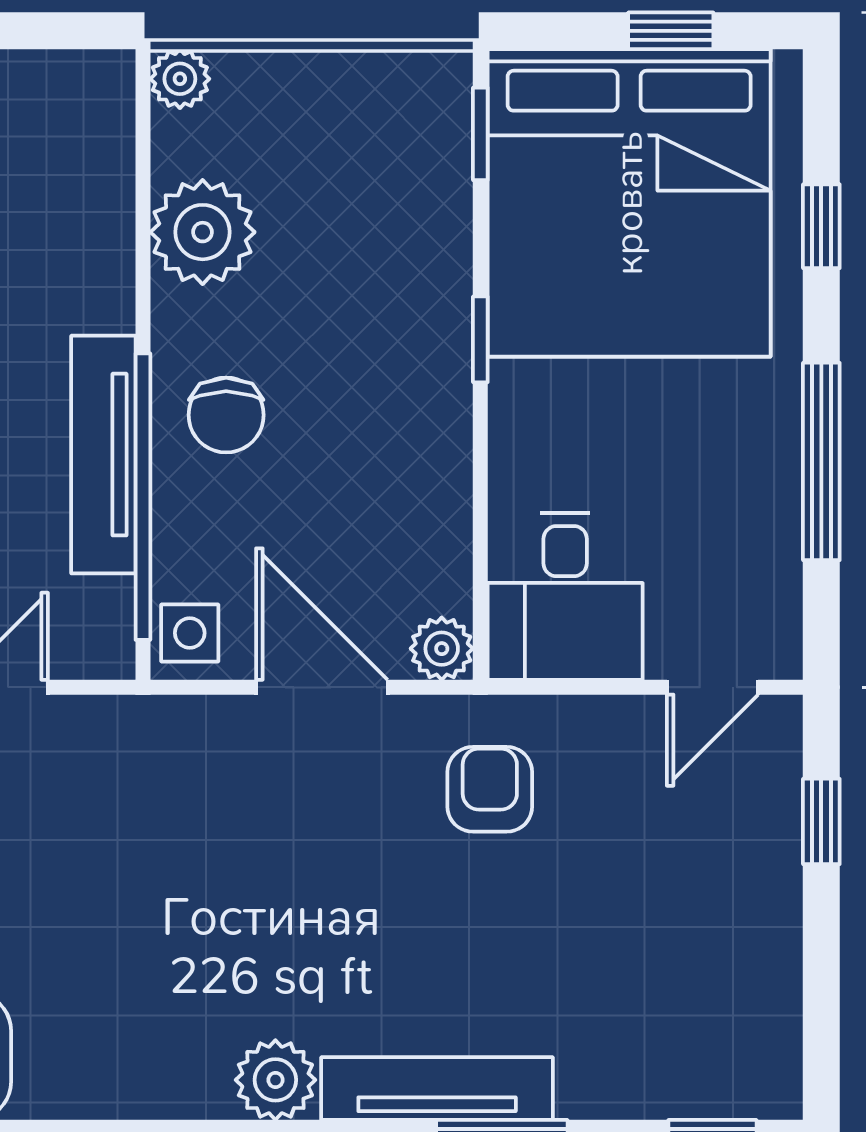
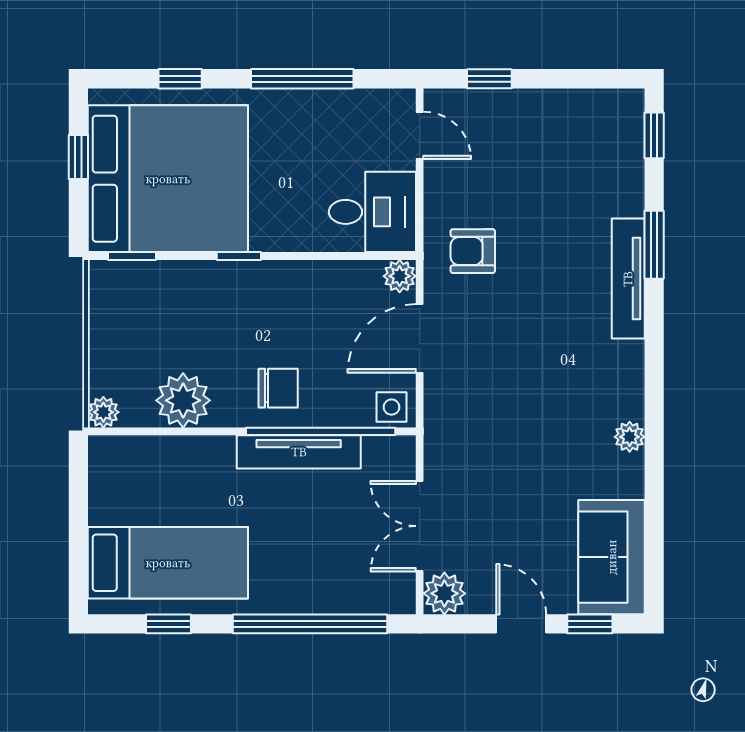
plant: (275, 1080) -> (630, 437), moved, width x0.73, depth x0.73

